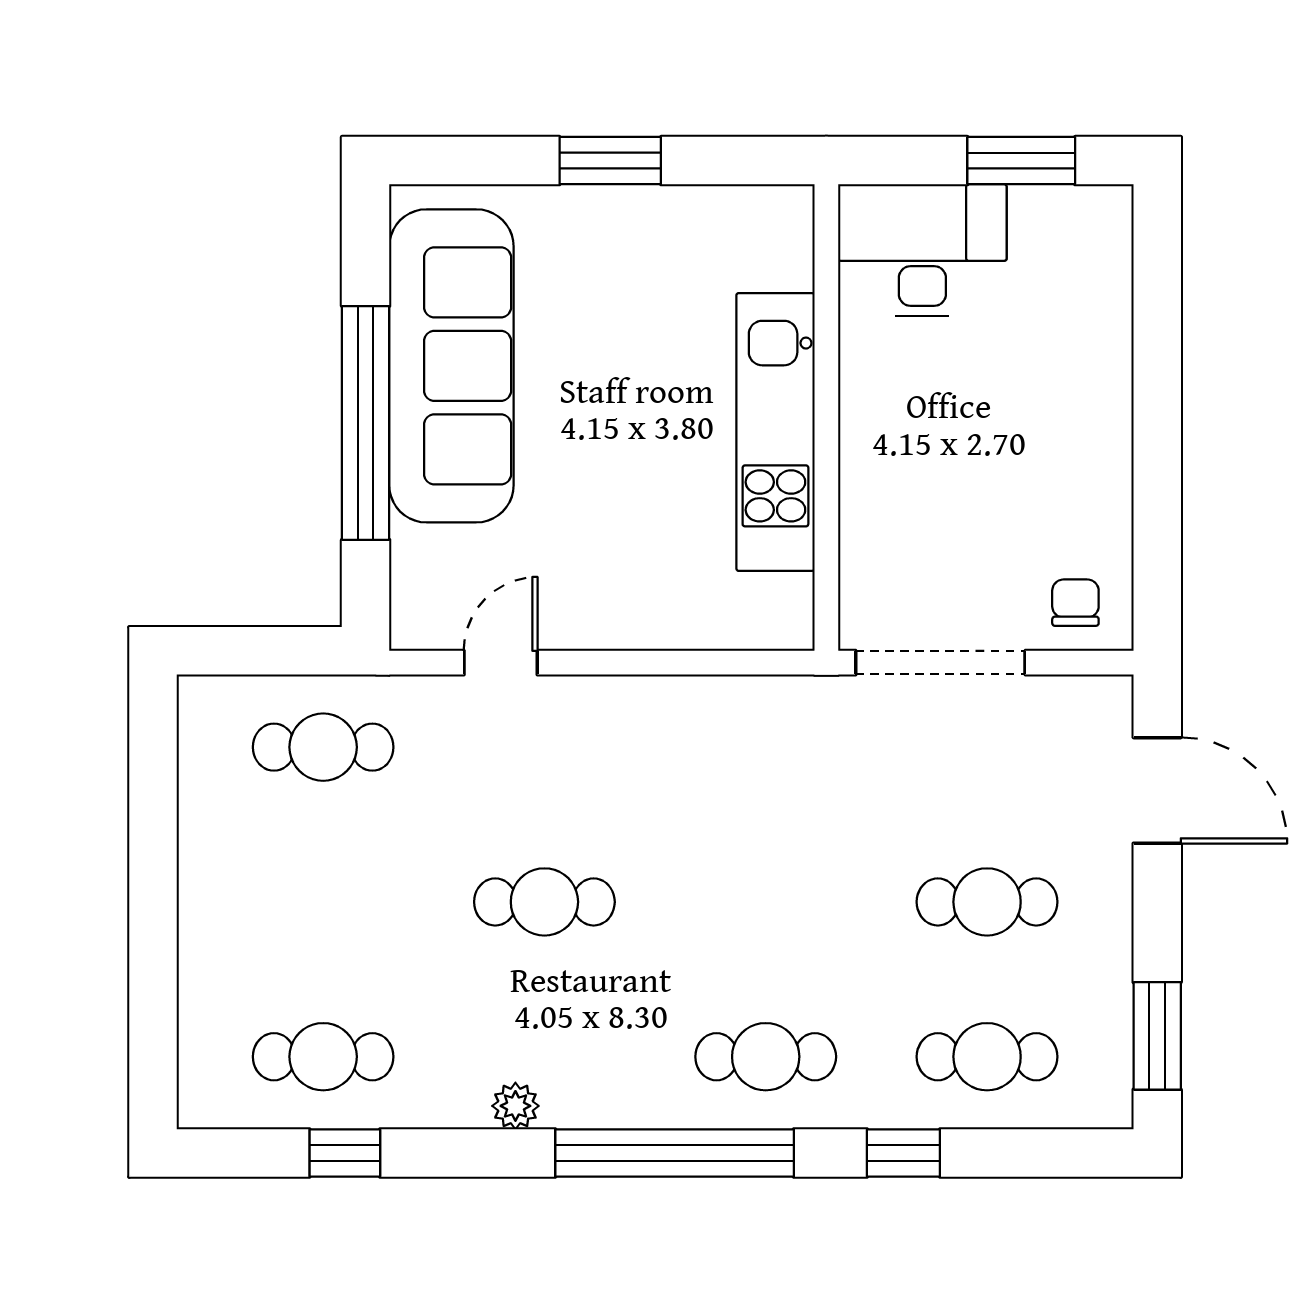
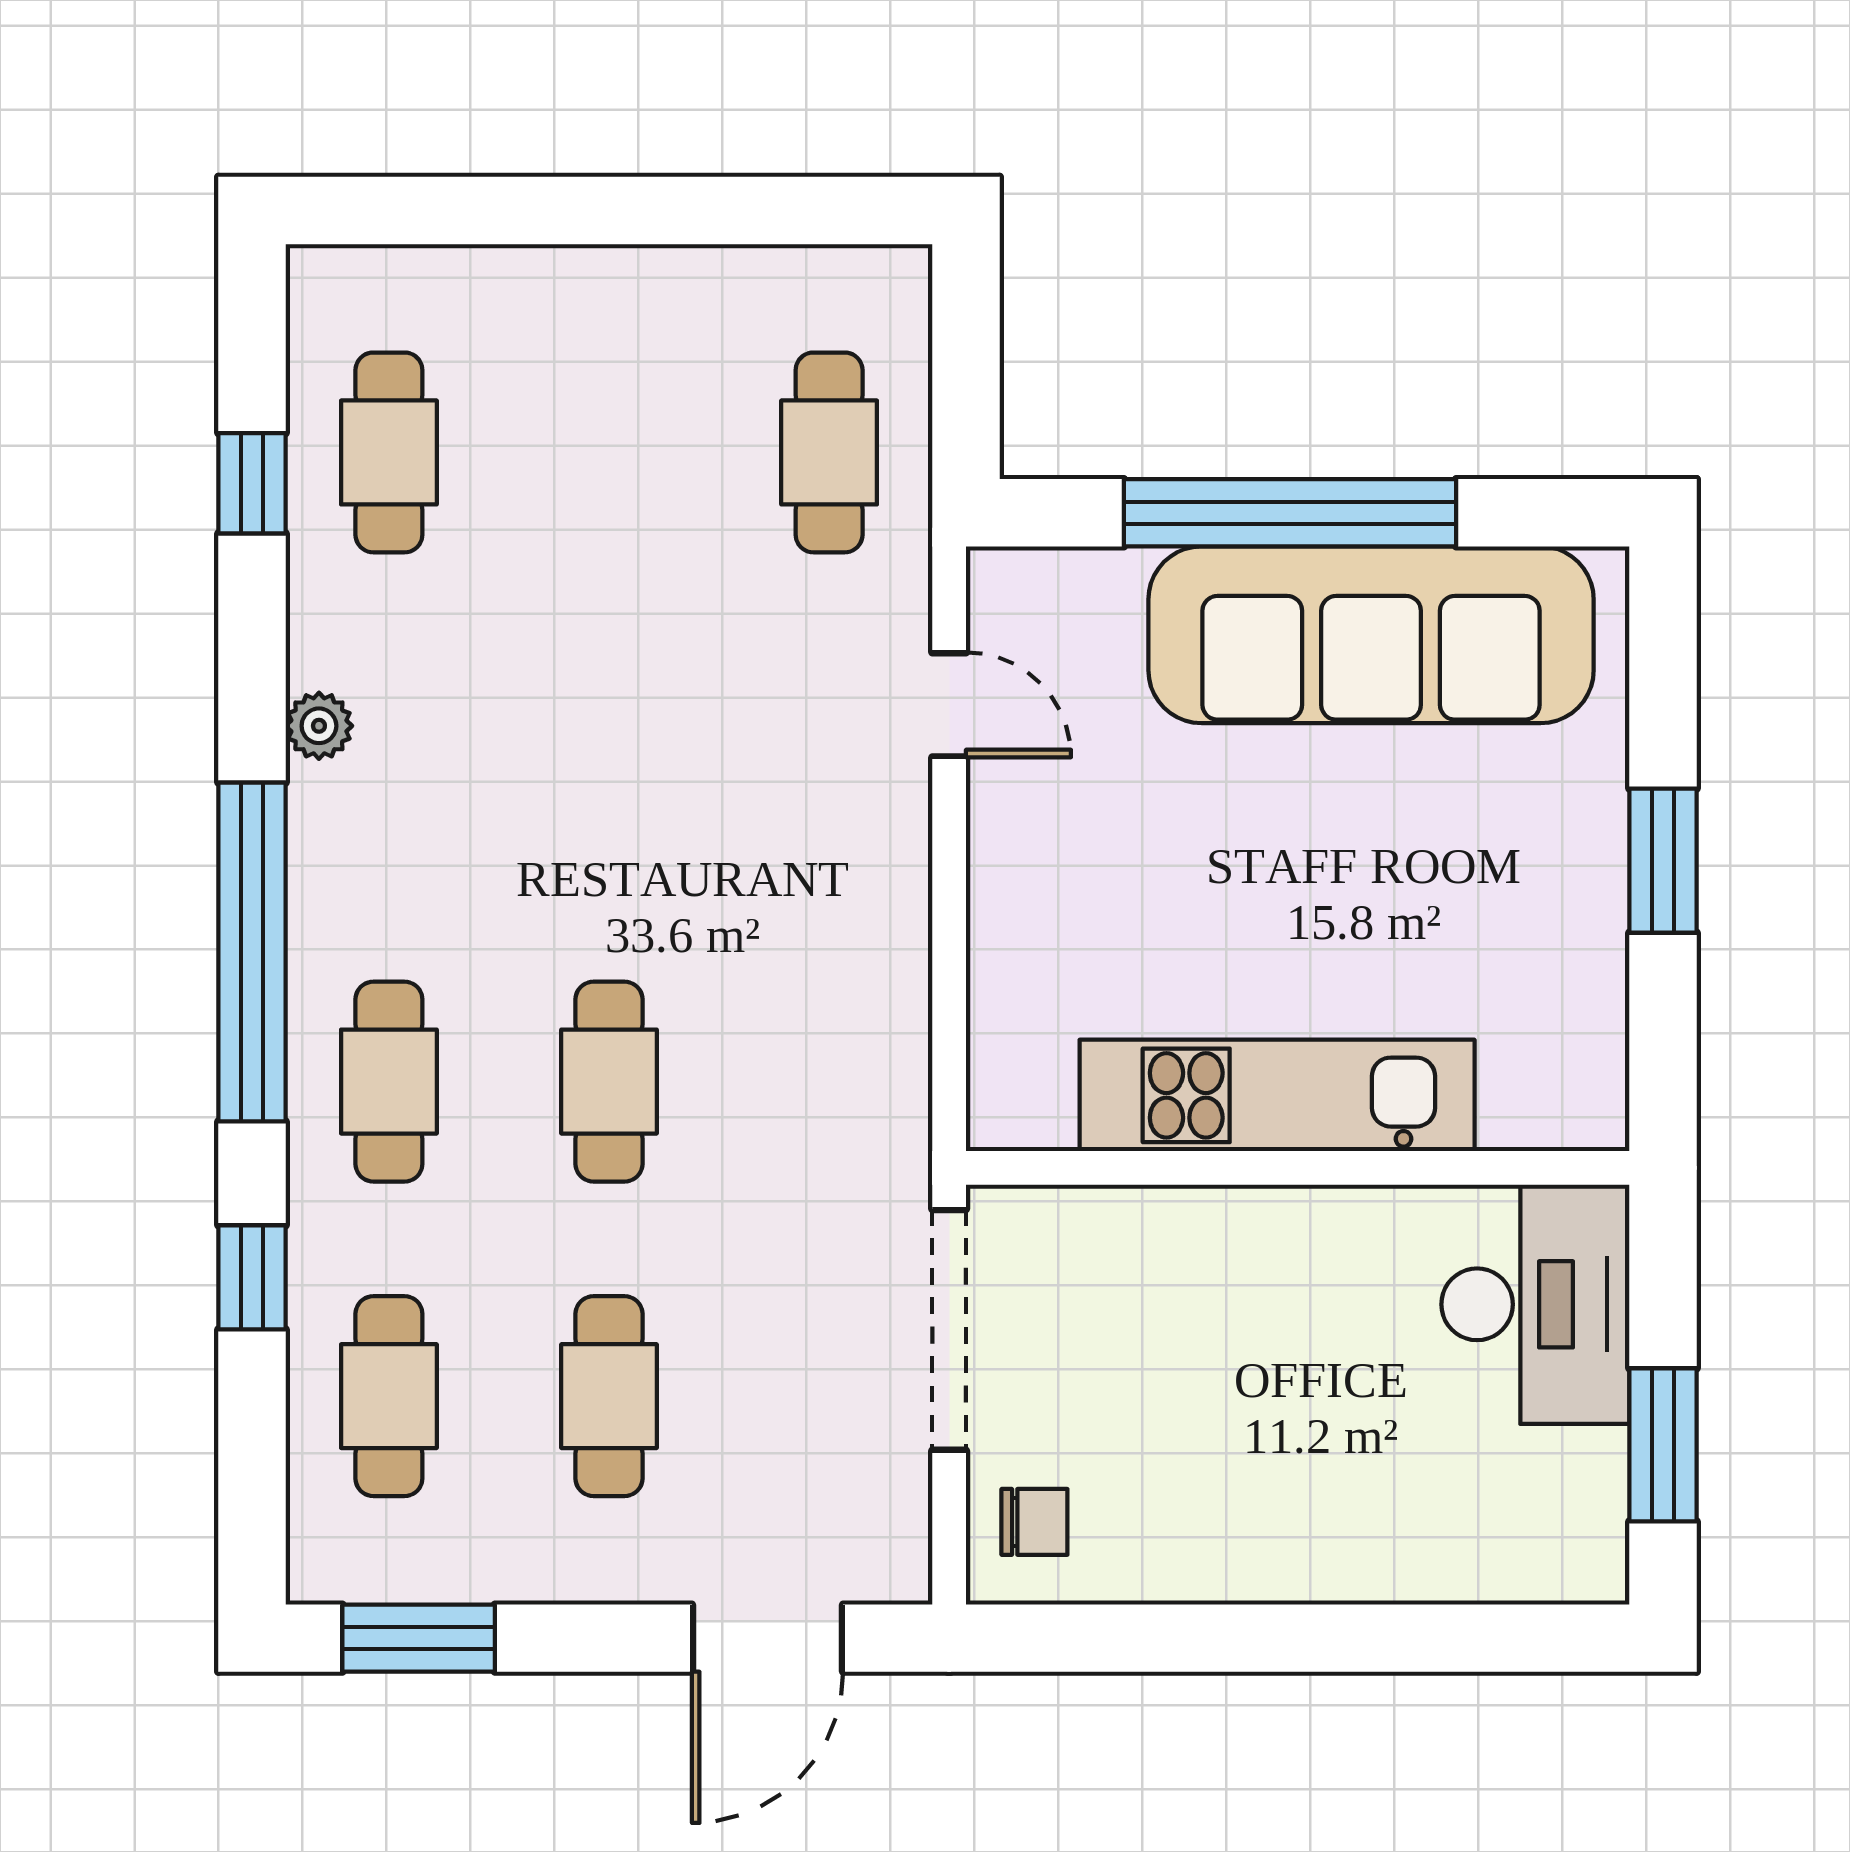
cafe table: (544, 902) -> (609, 1082), moved

